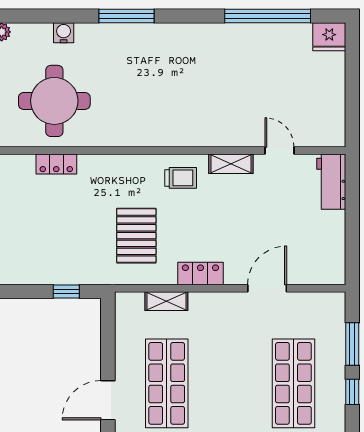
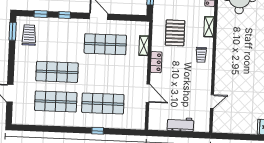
shelving: (231, 164) -> (209, 27), moved
workbench: (331, 182) -> (180, 124), moved
pallet: (136, 236) -> (175, 33), turned 90
window: (352, 344) -> (120, 132), removed

